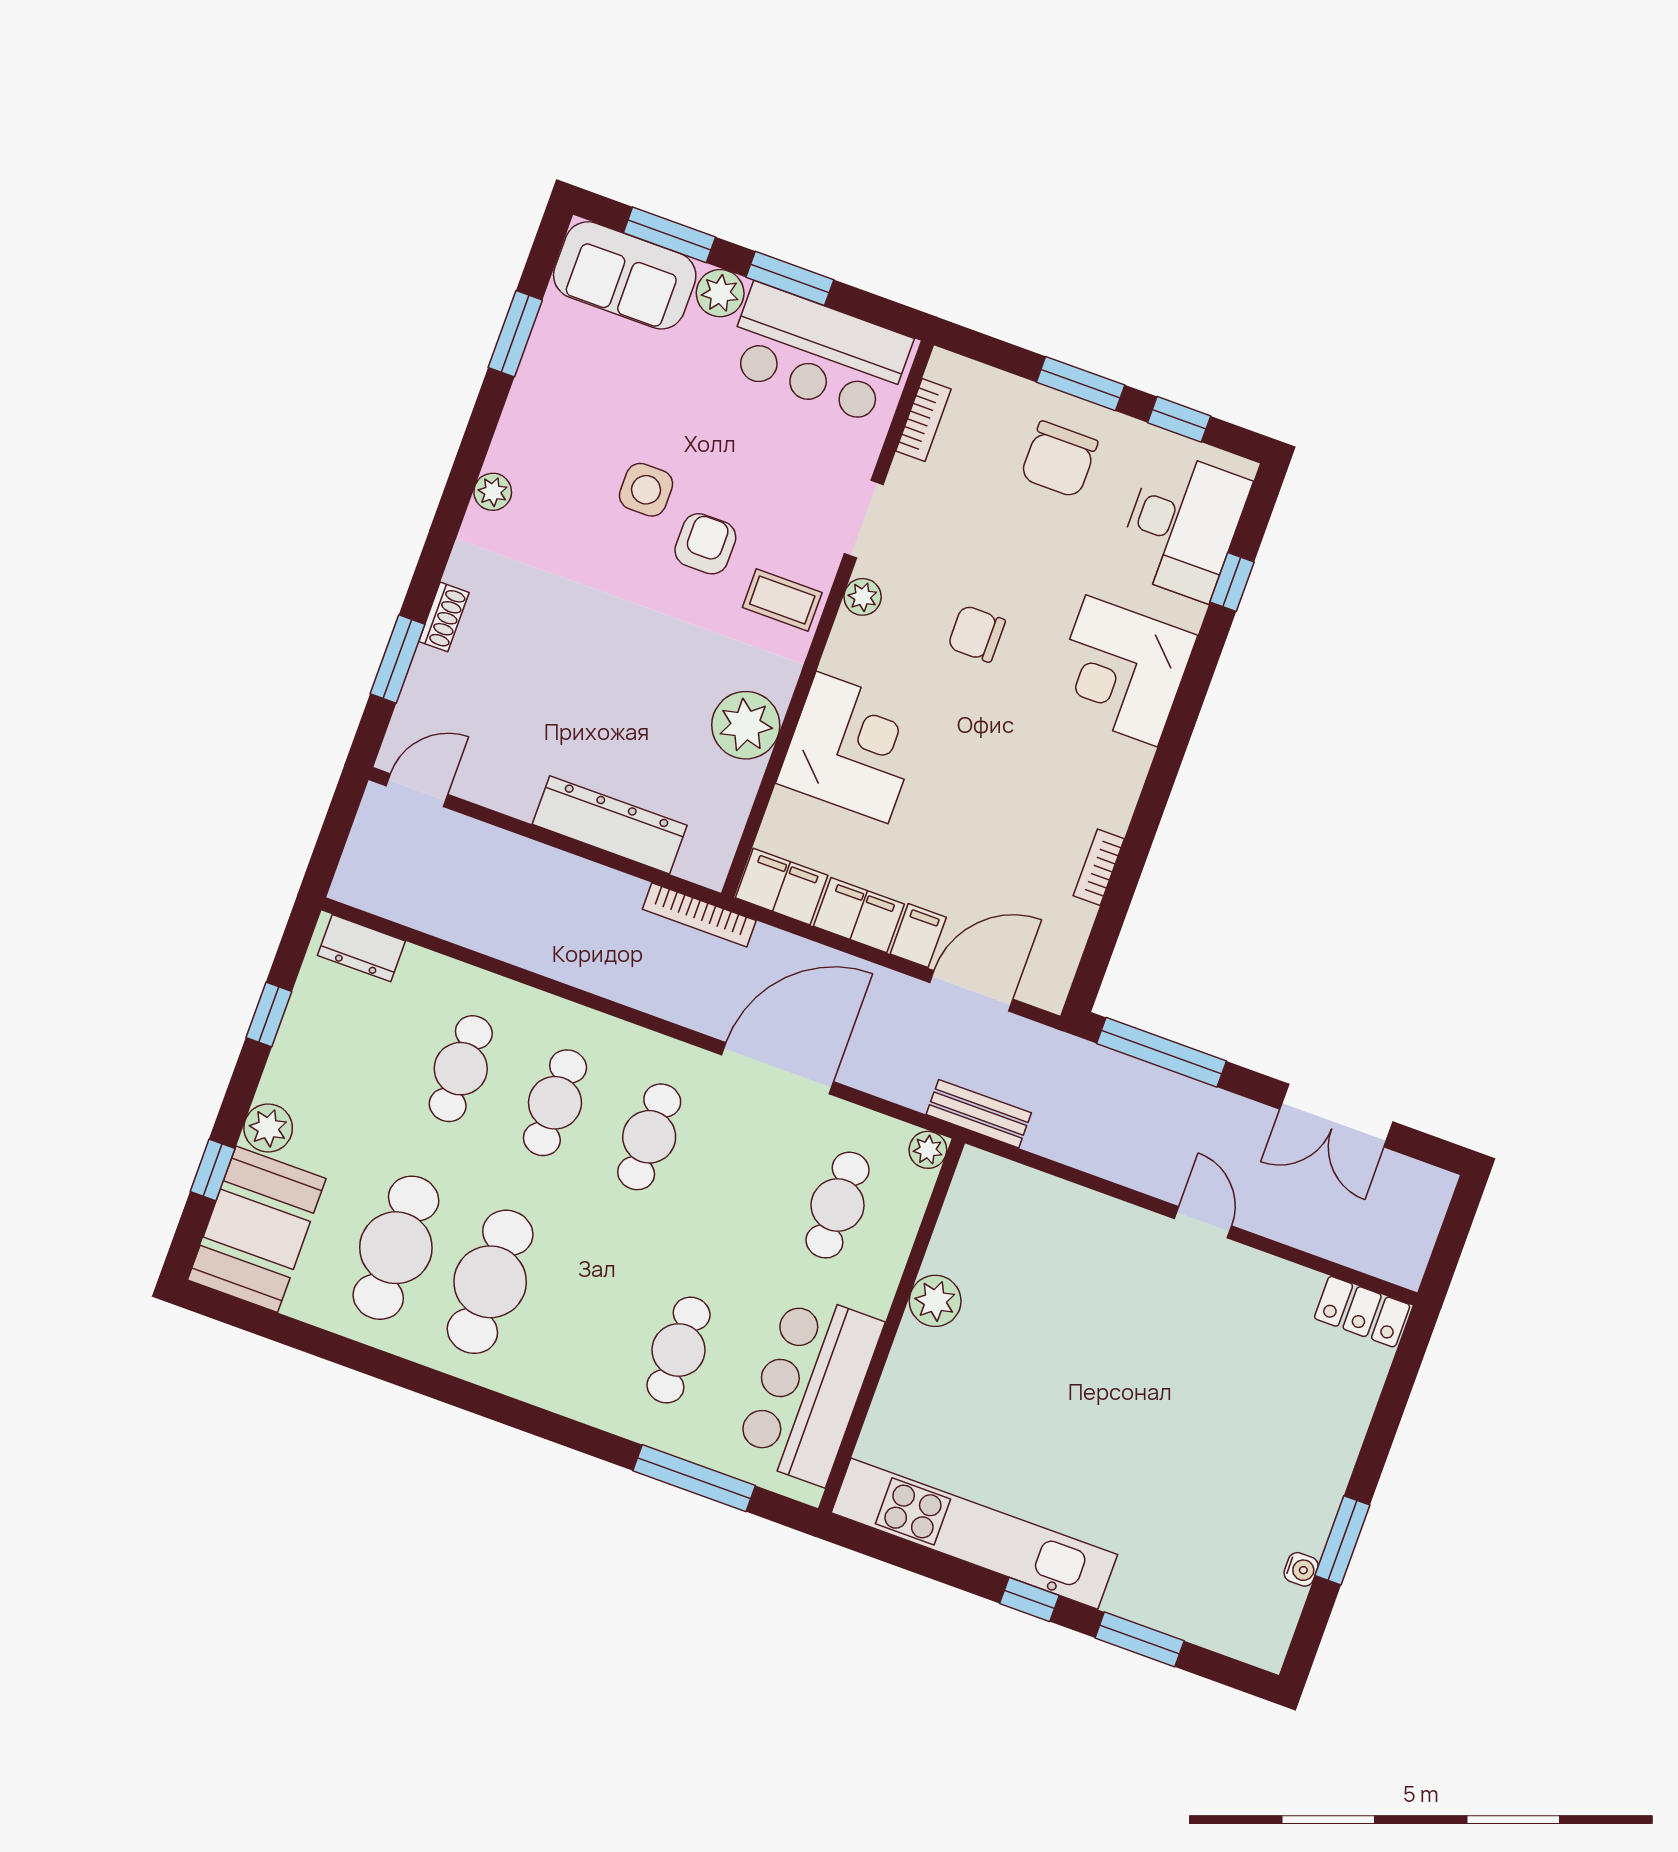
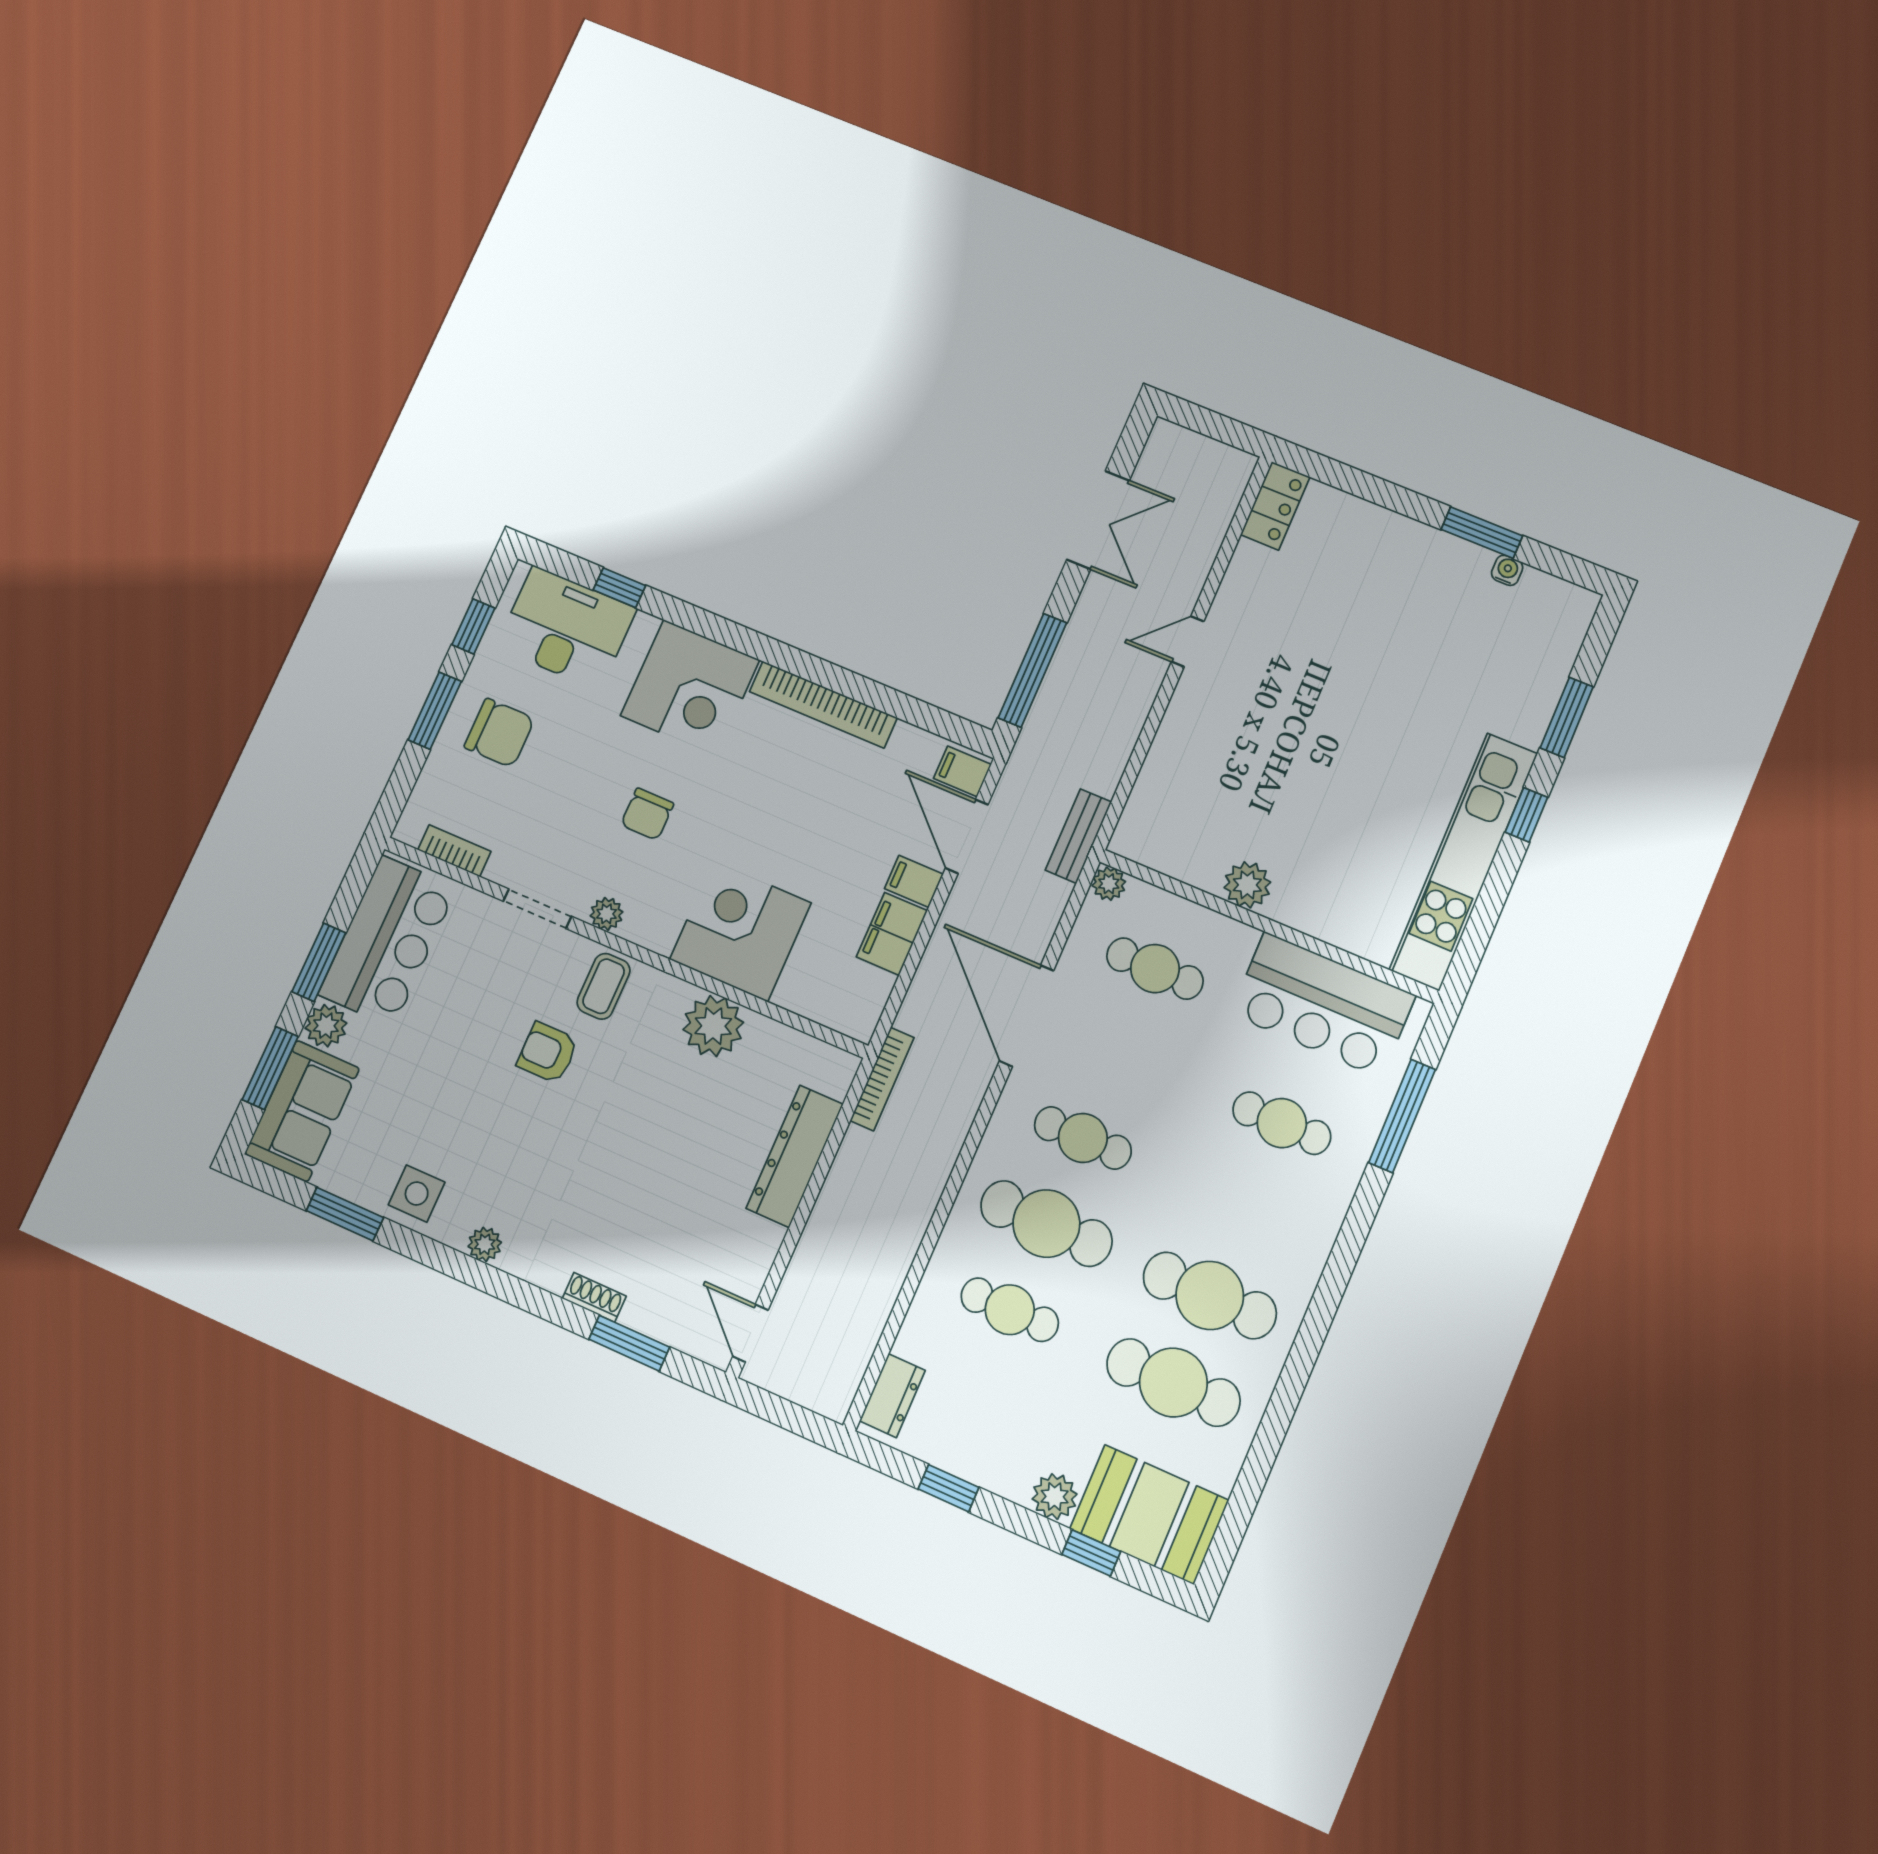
side table: (646, 490) -> (417, 1194), moved
bookcase: (1099, 867) -> (823, 705), width x2.31, depth x1.31
filing cabinet: (782, 887) -> (962, 771), moved, width x0.50
cafe table: (555, 1103) -> (1046, 1224), width x1.37, depth x1.35

